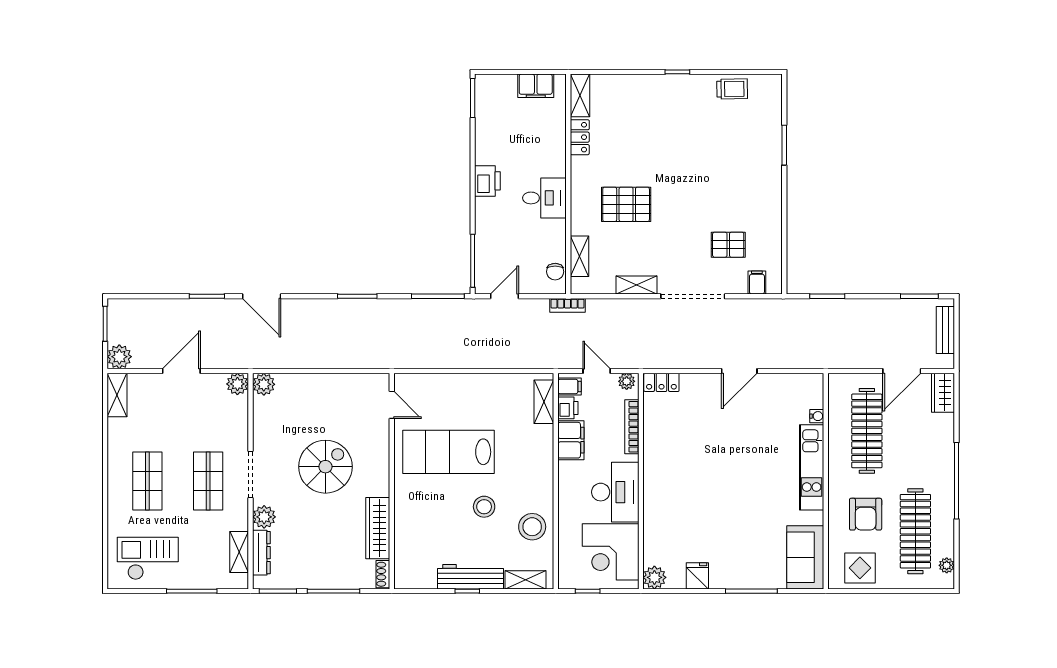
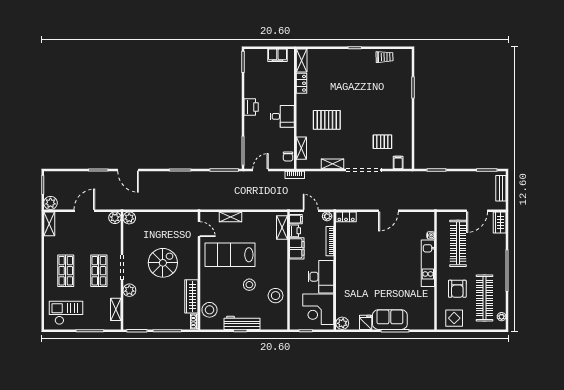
dresser: (261, 553) -> (128, 310), removed
stool: (411, 553) -> (209, 310), added
sofa: (805, 557) -> (390, 320), moved, turned 90
shelving: (525, 580) -> (231, 217), moved

